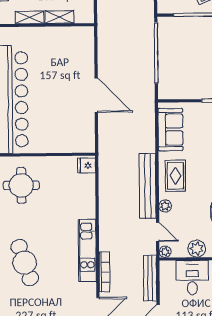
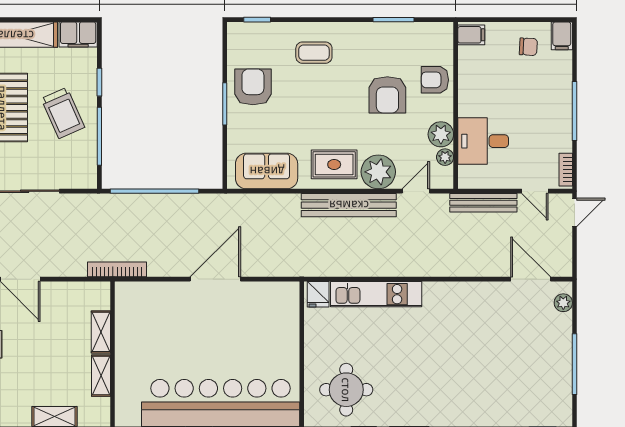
plant: (165, 206) -> (378, 172), width x1.87, depth x1.87
kitchen unit: (87, 250) -> (376, 294), moved
plant: (165, 252) -> (445, 157), moved
cafe table: (25, 262) -> (459, 386), removed
bookcase: (104, 272) -> (117, 269), moved

